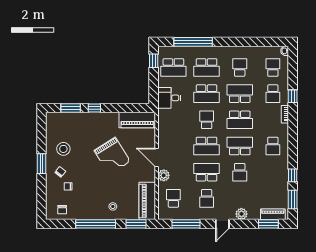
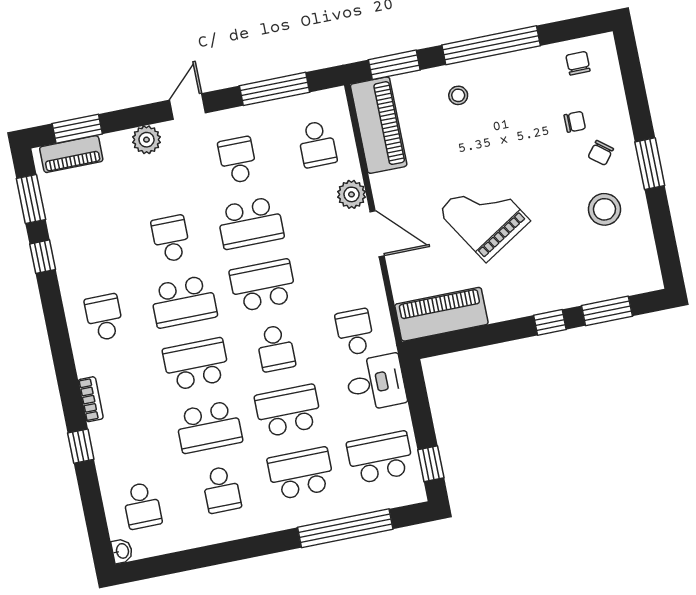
school desk: (273, 94) -> (355, 332), moved

